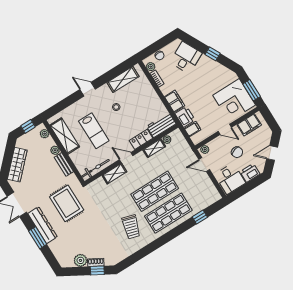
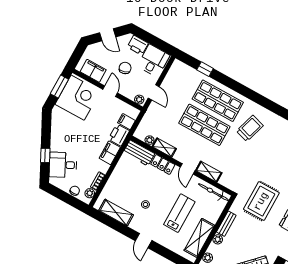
window: (213, 54) -> (45, 155), moved

